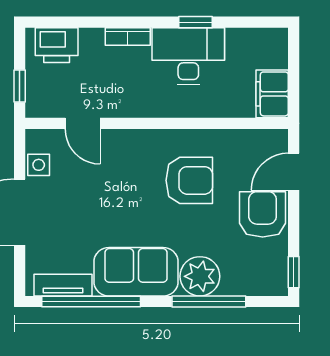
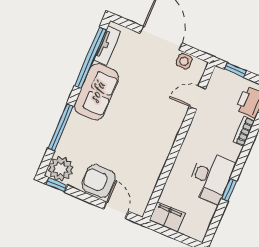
bookcase: (128, 36) -> (244, 131), moved
armchair: (189, 180) -> (137, 146), removed
armchair: (263, 214) -> (99, 181), turned 180
plant: (200, 276) -> (61, 169), moved

